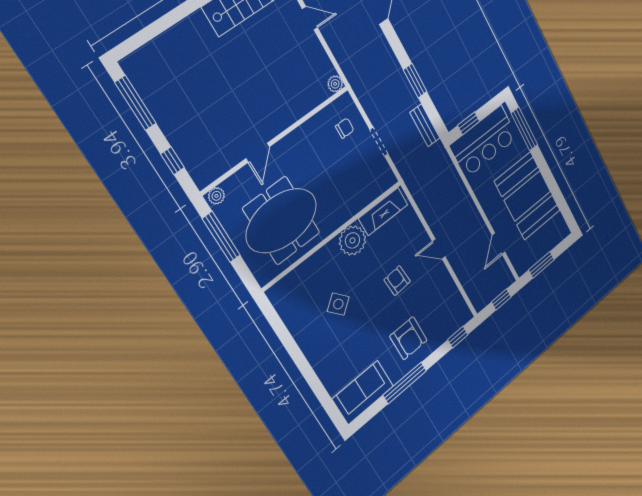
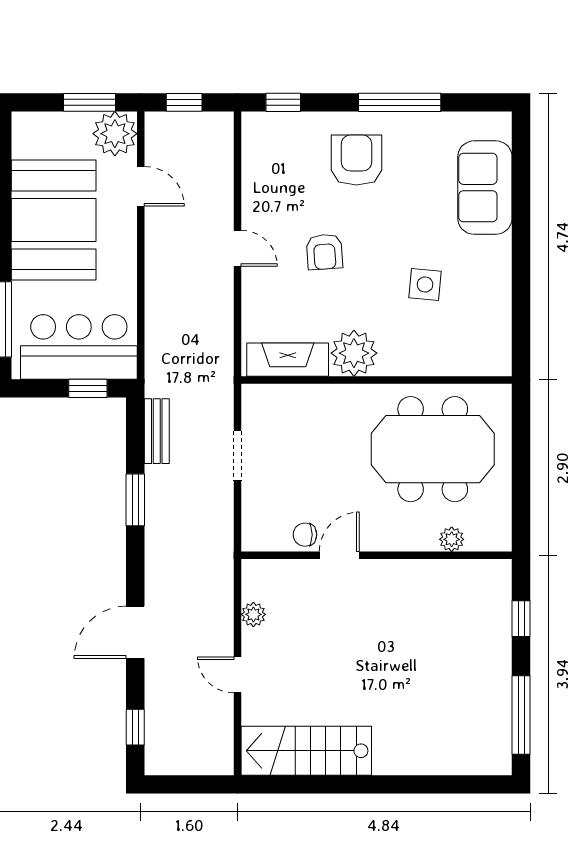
plant: (335, 84) -> (253, 614), moved
chair: (345, 128) -> (305, 535), moved
door: (258, 153) -> (339, 555), moved
plant: (216, 196) -> (452, 539), moved
window: (221, 237) -> (521, 485), removed
door: (499, 244) -> (141, 186), hinge flipped
plant: (523, 259) -> (115, 134), added
side table: (338, 304) -> (425, 285), turned 45
sofa: (363, 393) -> (485, 188), moved, turned 90

